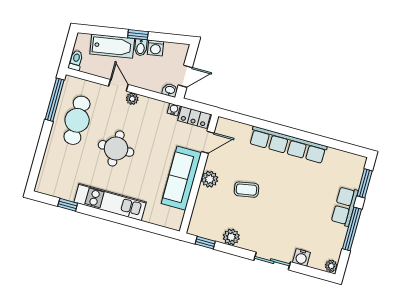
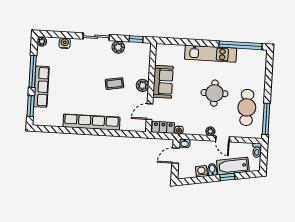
window: (138, 35) -> (227, 177), moved
sofa: (181, 178) -> (163, 82), width x0.73
window: (68, 205) -> (241, 45), width x3.17
row of seats: (345, 206) -> (41, 87), width x1.48
sliding door: (272, 261) -> (96, 37), moved

